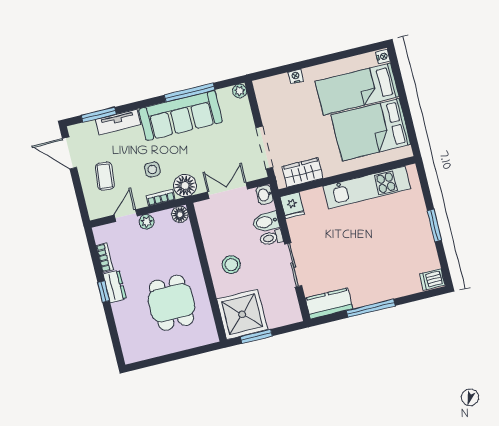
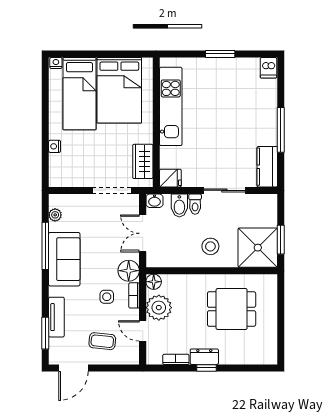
plant: (240, 91) -> (55, 215), moved
sofa: (181, 116) -> (64, 259), width x0.73
plant: (147, 222) -> (159, 308), width x1.88, depth x1.88

